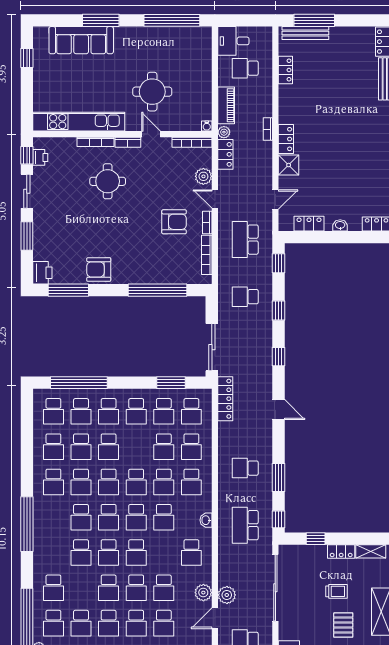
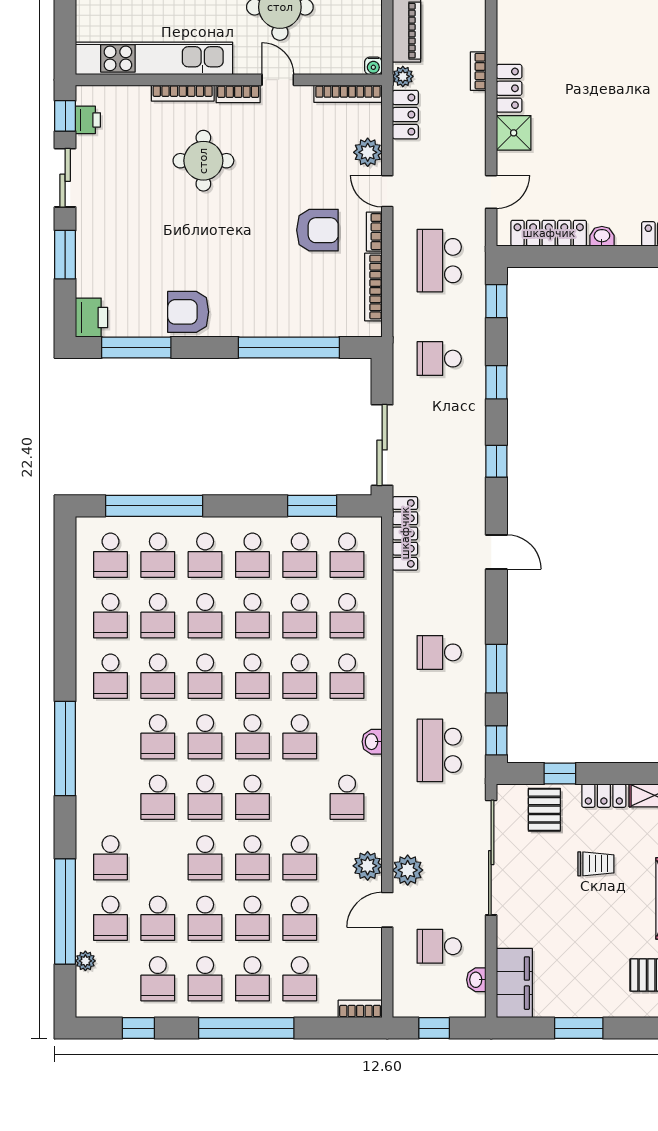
locker: (309, 224) -> (549, 233), width x1.53
school desk: (136, 447) -> (252, 616), added
pallet: (343, 625) -> (544, 810), moved

